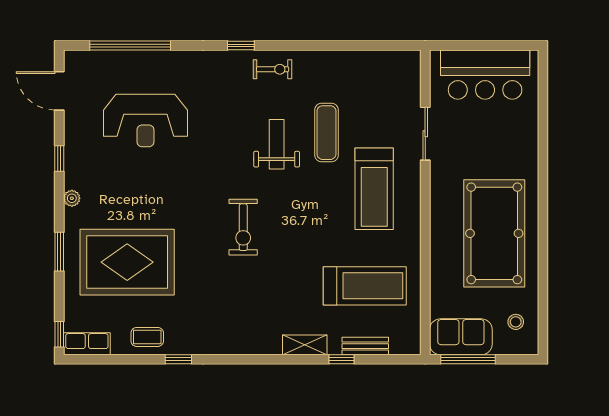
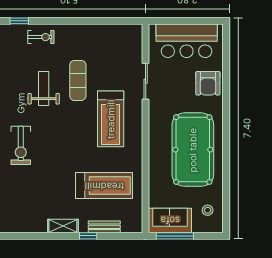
armchair: (516, 137) -> (208, 83), added

